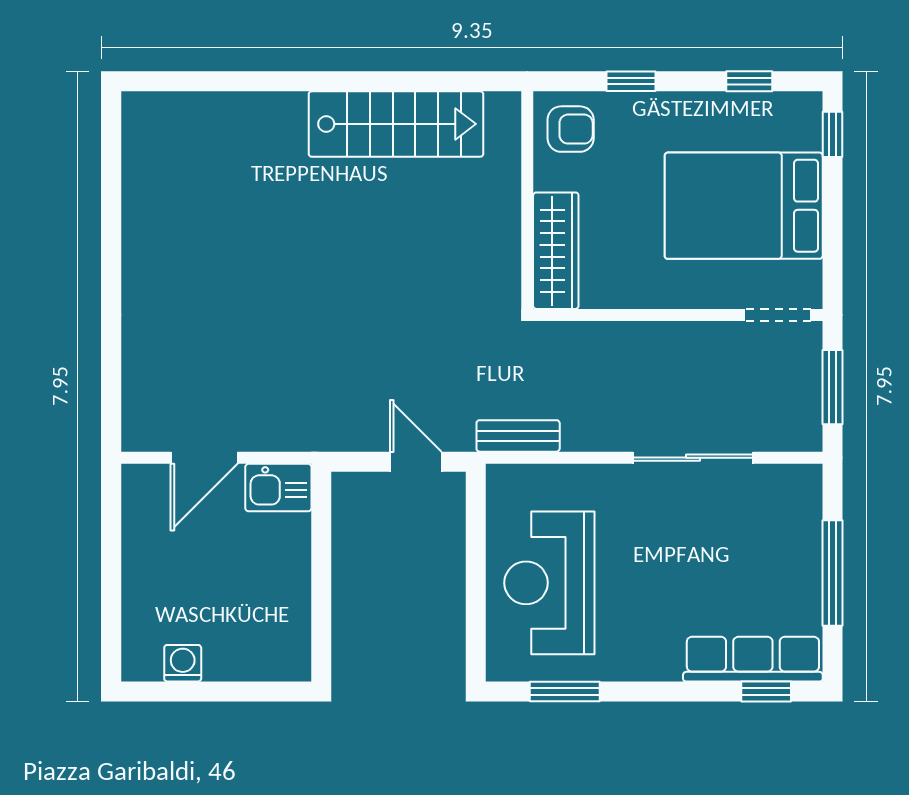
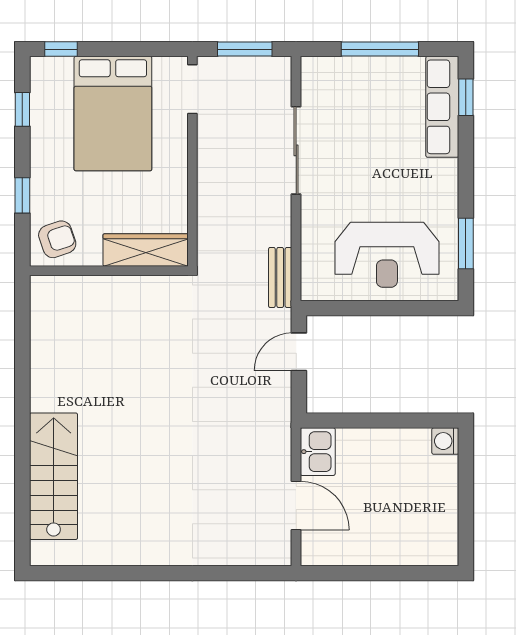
stairs: (396, 124) -> (54, 476), moved
armchair: (571, 129) -> (57, 239), turned 71
washing machine: (183, 663) -> (445, 441), moved

